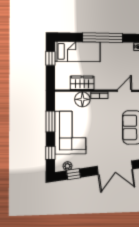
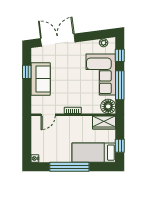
wardrobe: (82, 83) -> (104, 122), moved
floor lamp: (82, 99) -> (108, 106), moved
window: (50, 121) -> (120, 85), width x1.44
window: (73, 174) -> (98, 35), removed

